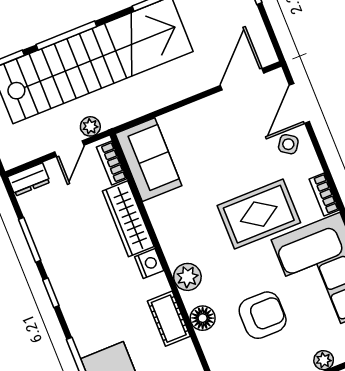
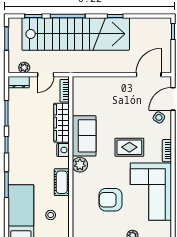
plant: (90, 126) -> (24, 68), moved
sofa: (149, 160) -> (84, 136), moved
rug: (259, 214) -> (129, 147), width x0.73, depth x0.70
armchair: (263, 315) -> (110, 200), turned 180
floor lamp: (203, 318) -> (79, 189), removed

